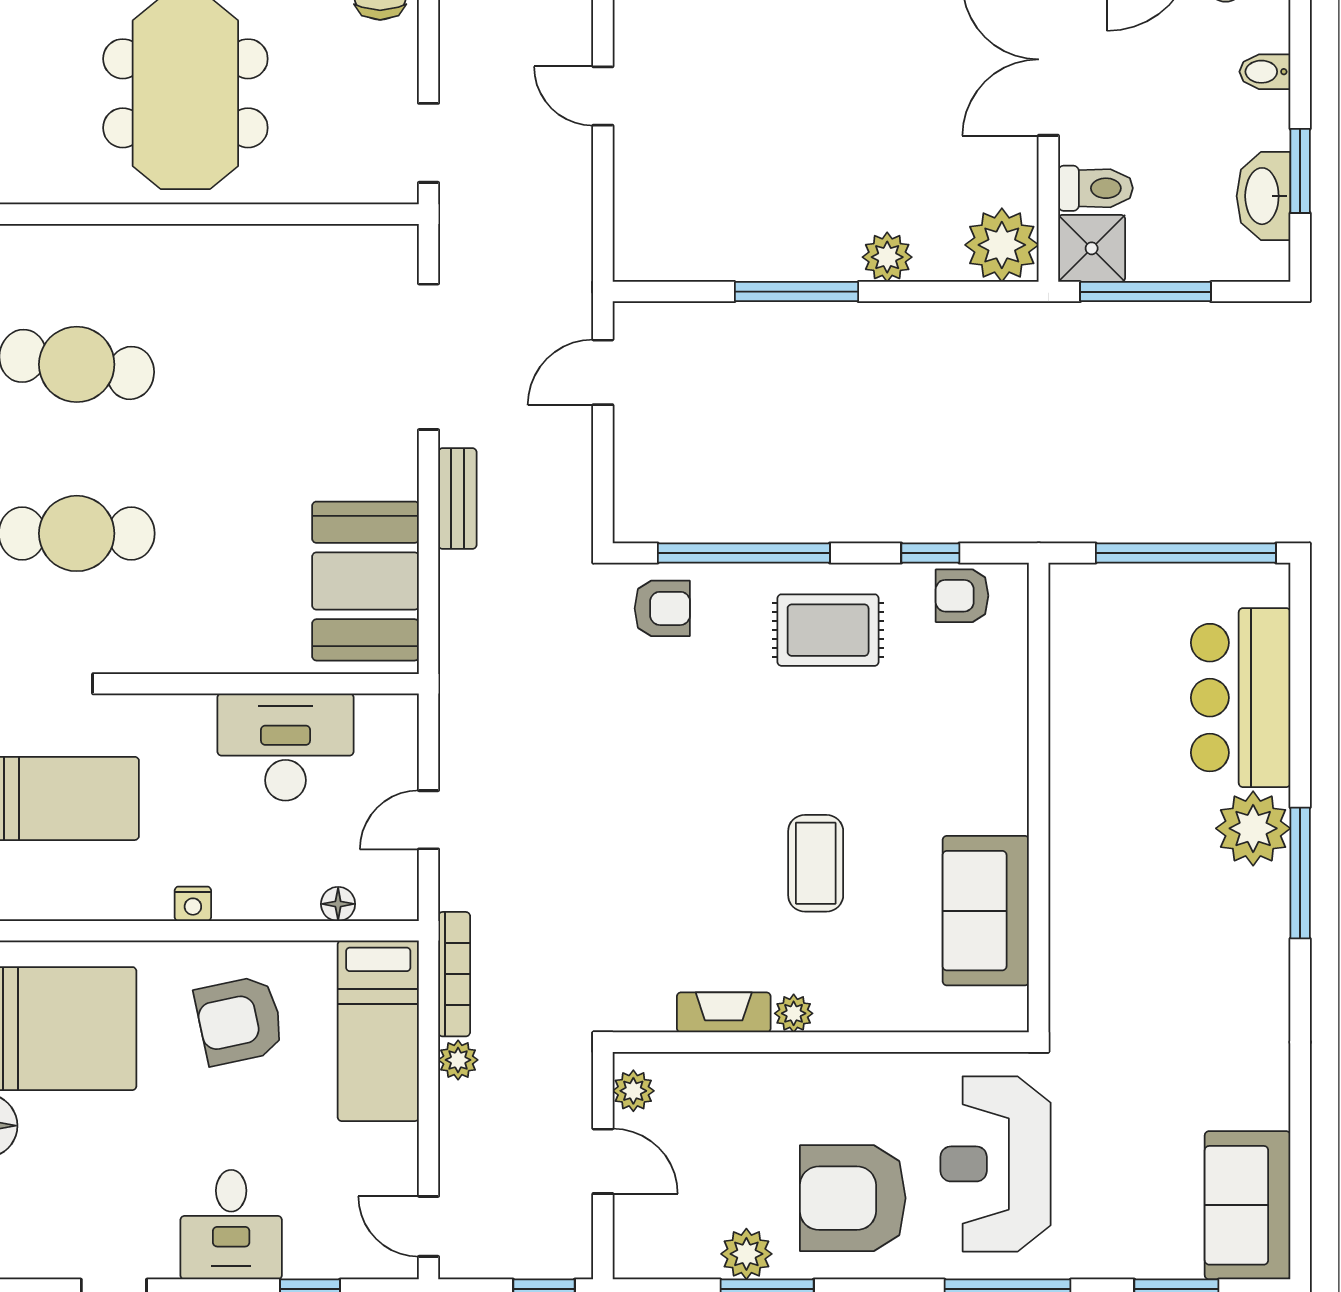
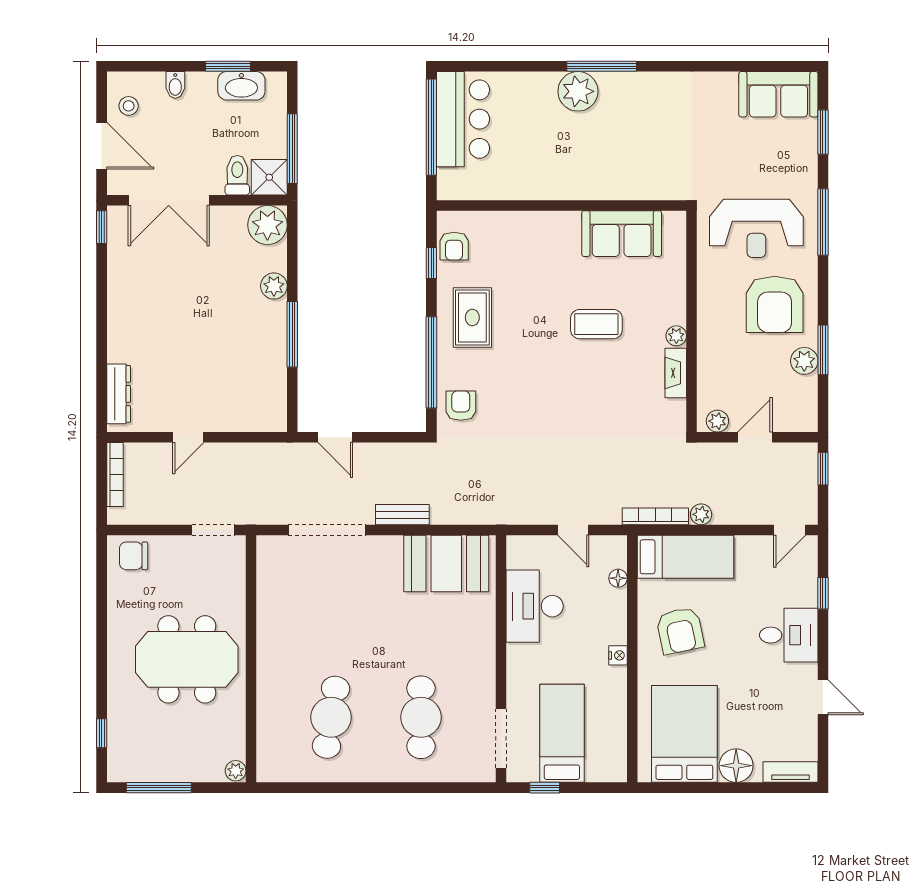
bar counter: (1241, 698) -> (463, 119), moved, turned -90

